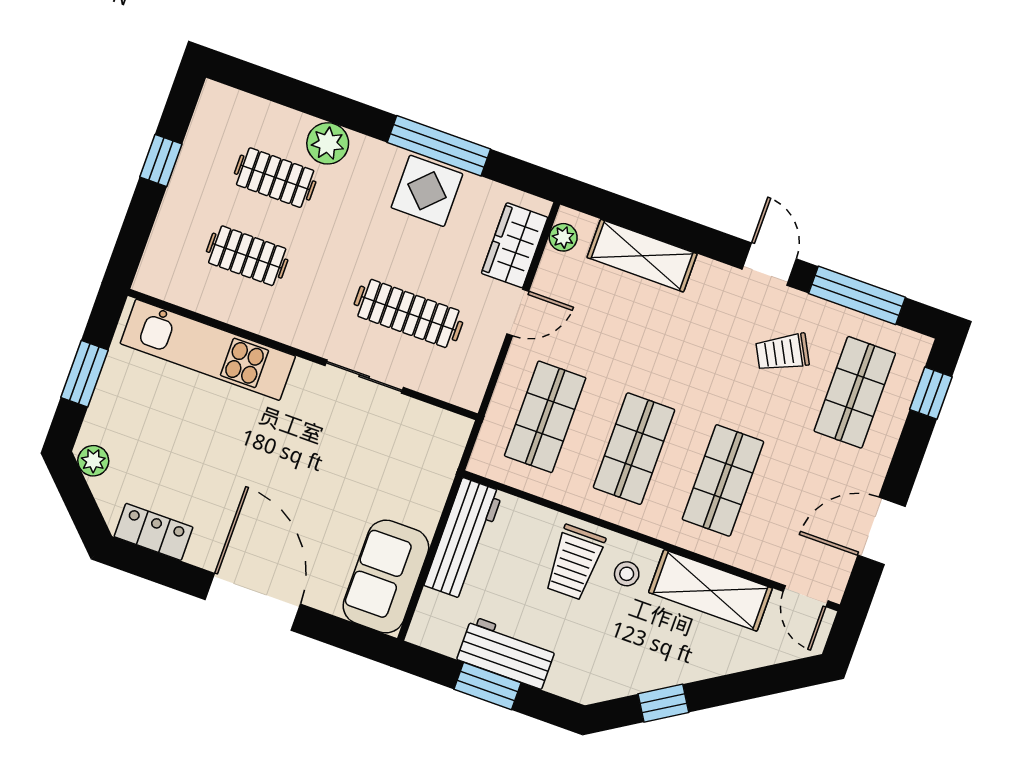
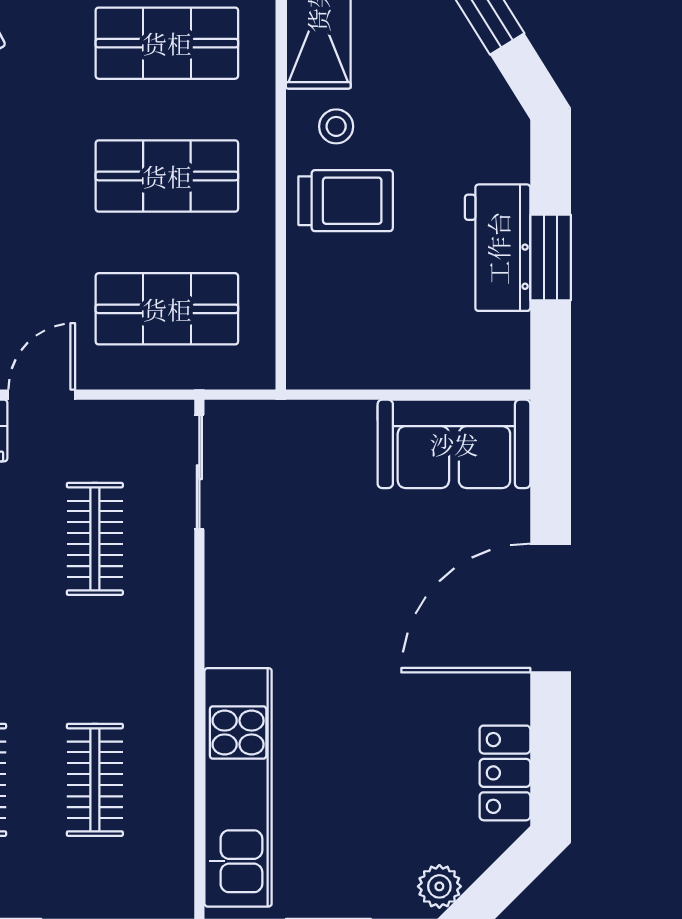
door: (518, 312) -> (42, 395), hinge flipped
clothes rail: (408, 313) -> (95, 539), width x0.73
sliding door: (364, 377) -> (199, 472), moved
workbench: (464, 539) -> (367, 359), removed

